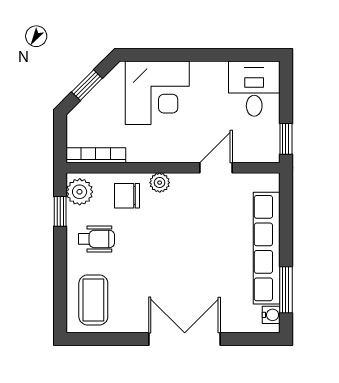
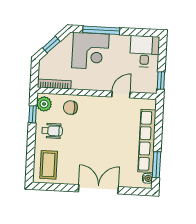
window: (175, 55) -> (101, 30), added
plant: (160, 183) -> (89, 101), removed

